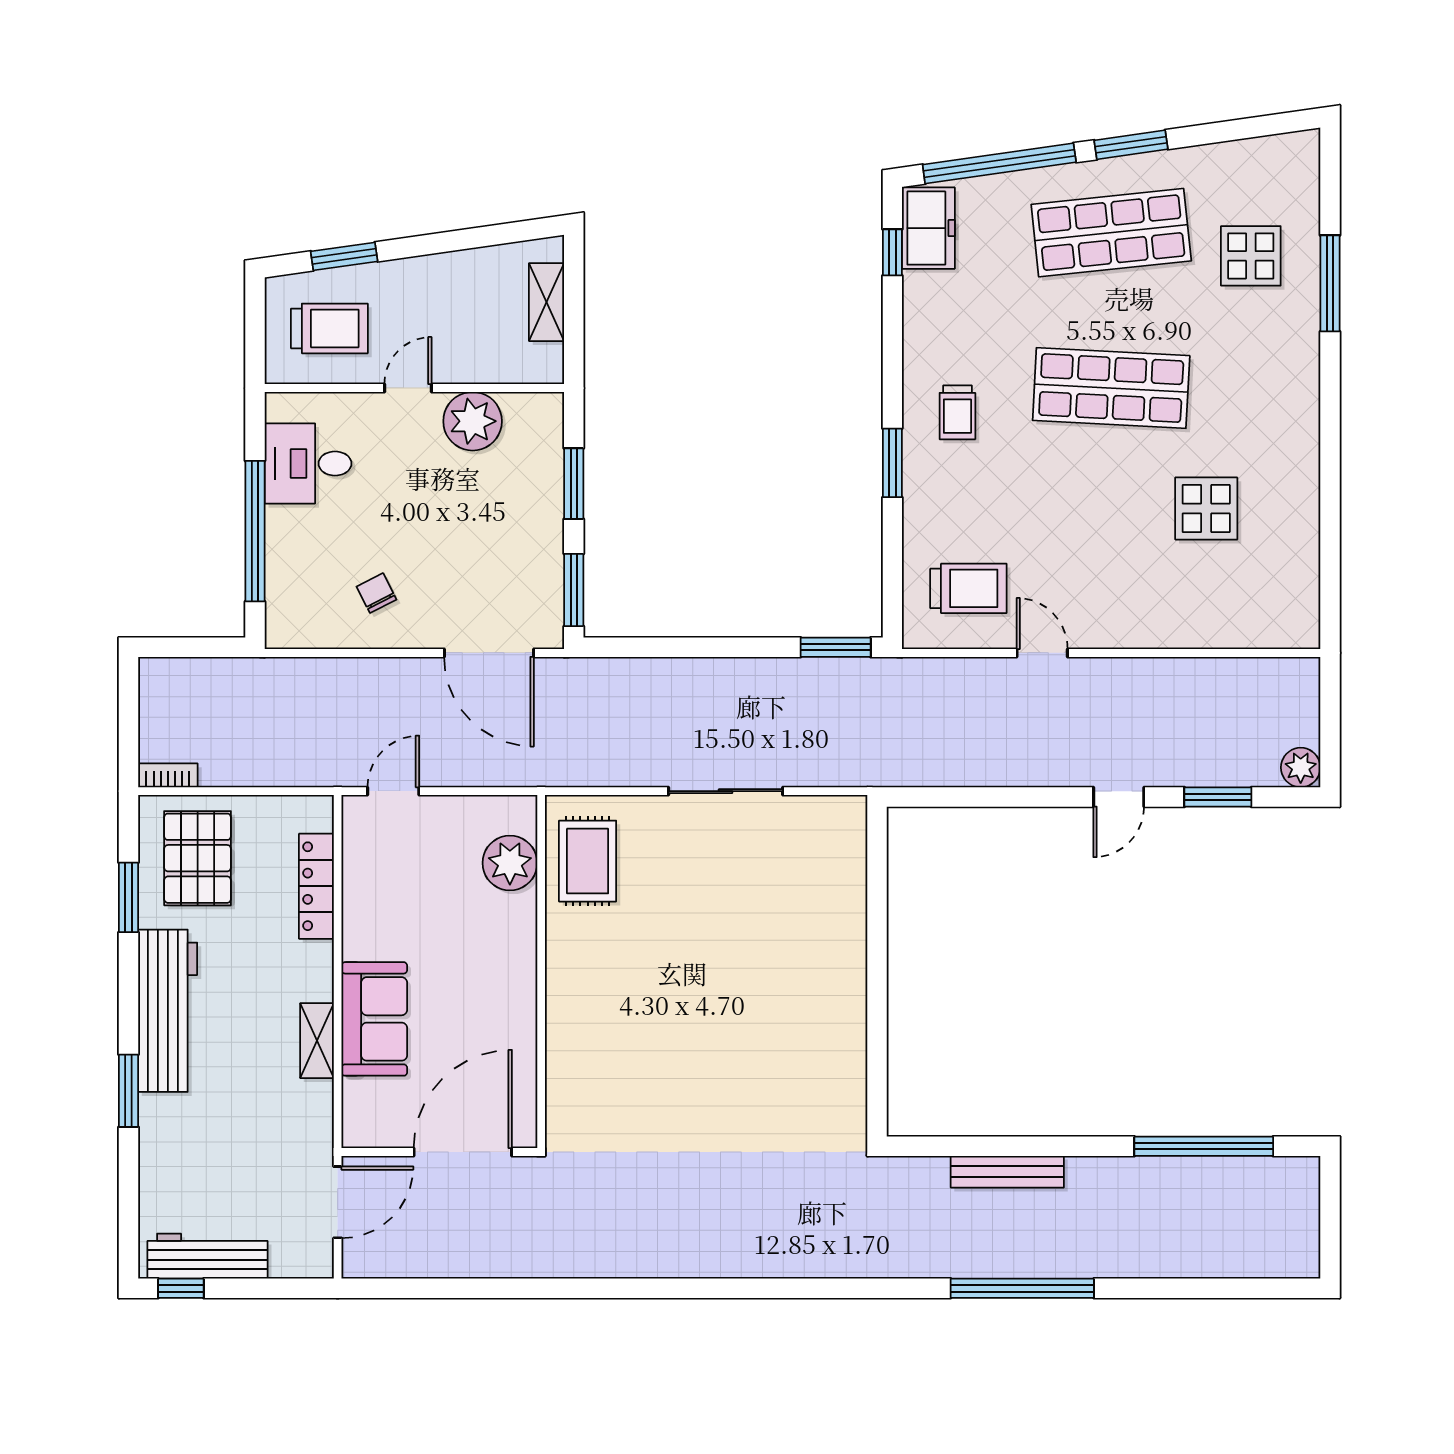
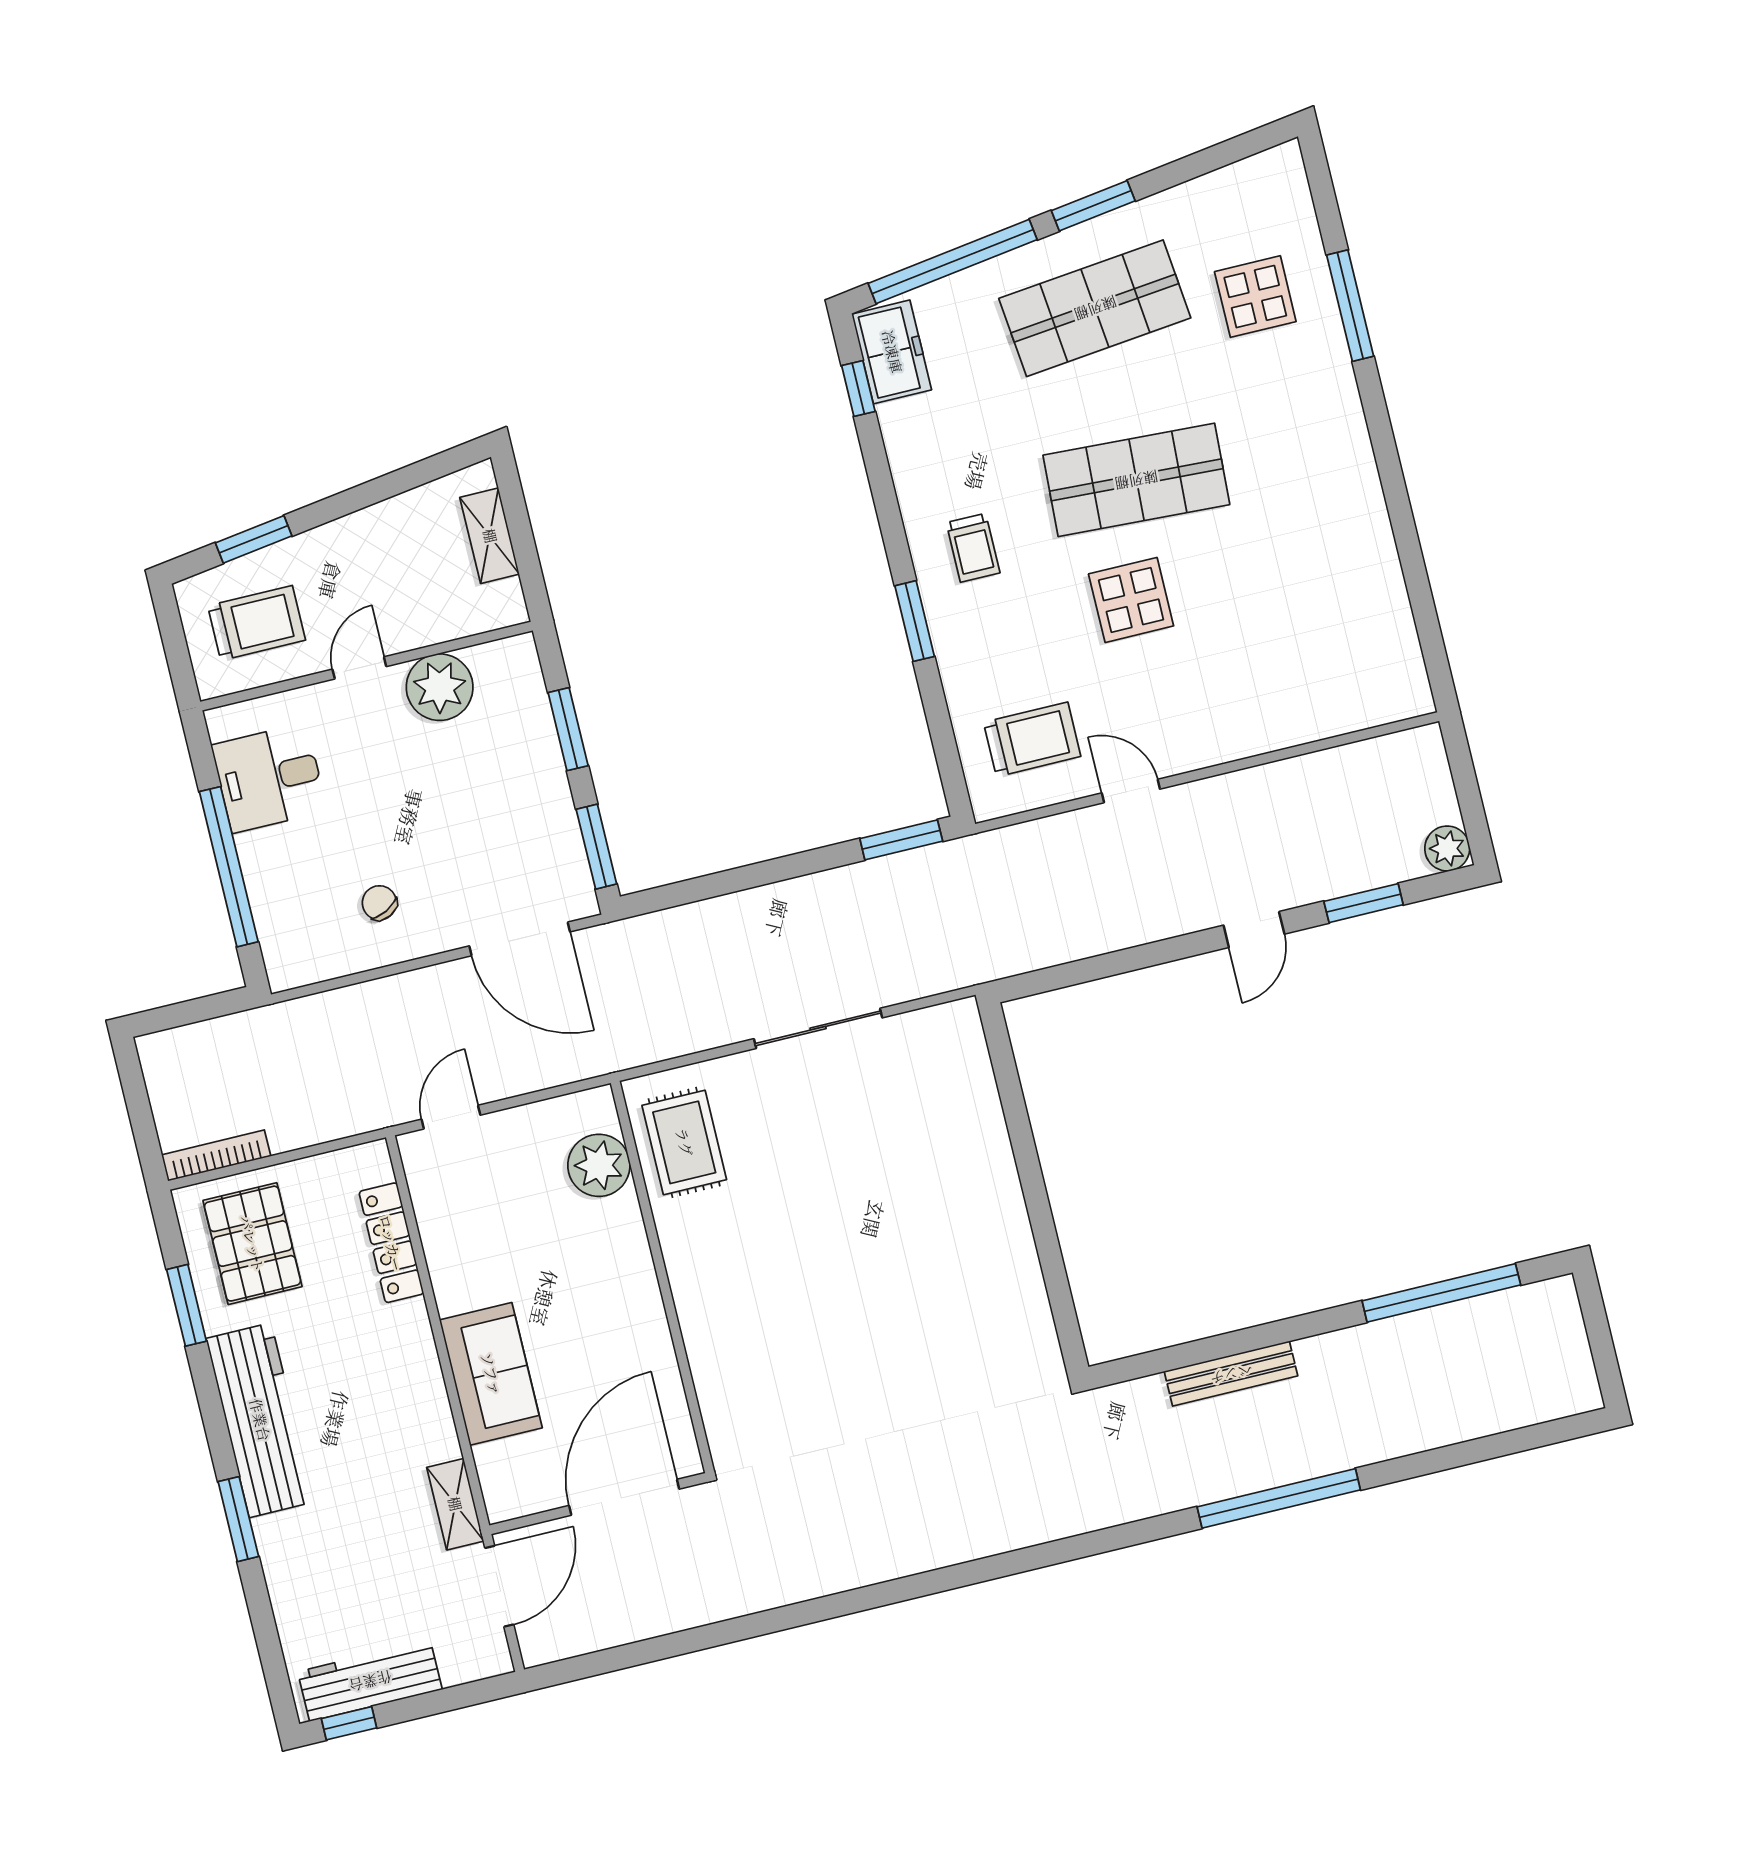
display table: (1206, 509) -> (1131, 600), moved
bookcase: (168, 775) -> (216, 1155), width x1.56
shelving: (317, 1041) -> (455, 1504), moved

